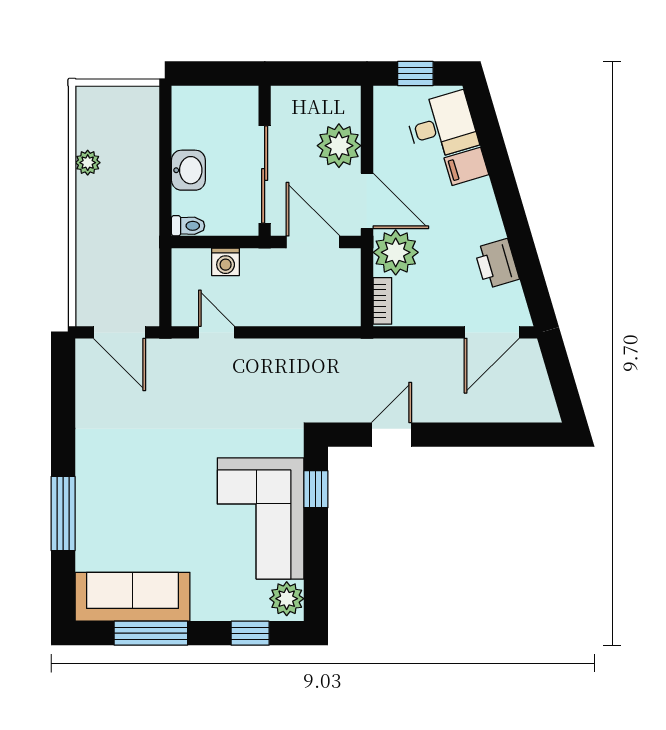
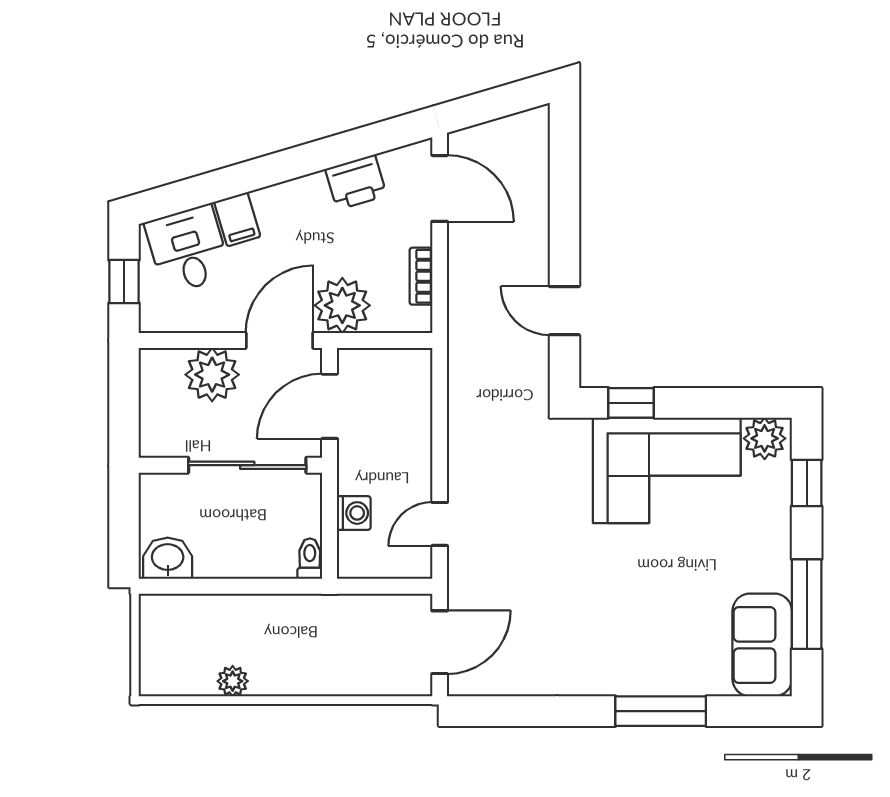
washbasin: (188, 170) -> (168, 558), moved
bookcase: (382, 301) -> (421, 276), moved, turned -90
sofa: (133, 597) -> (762, 645), width x0.73

